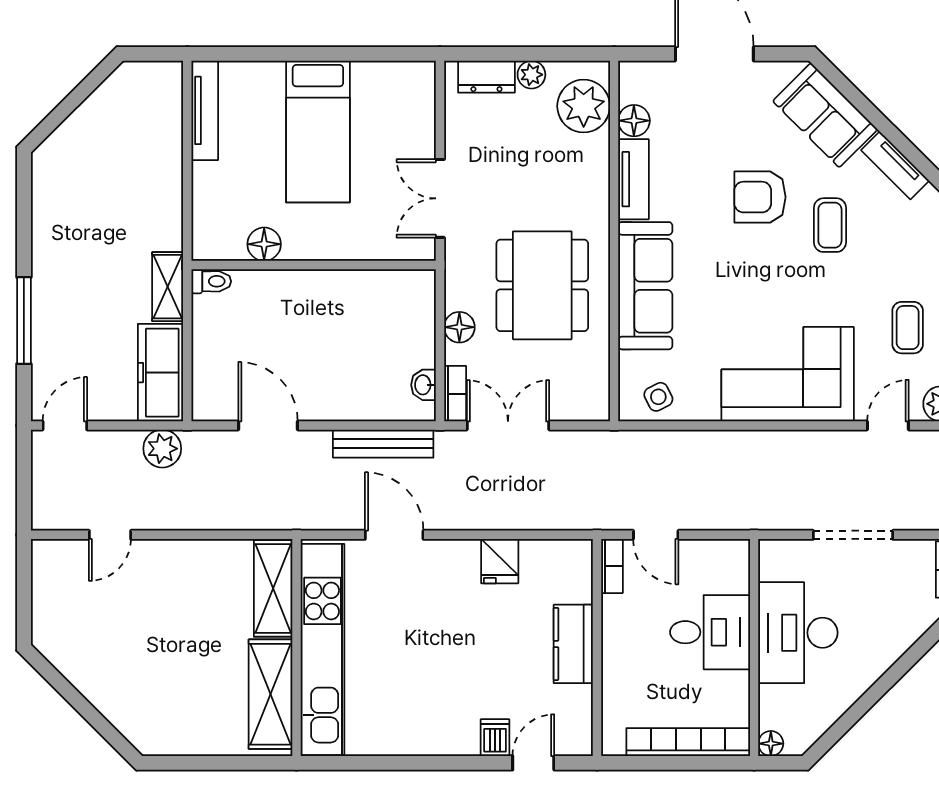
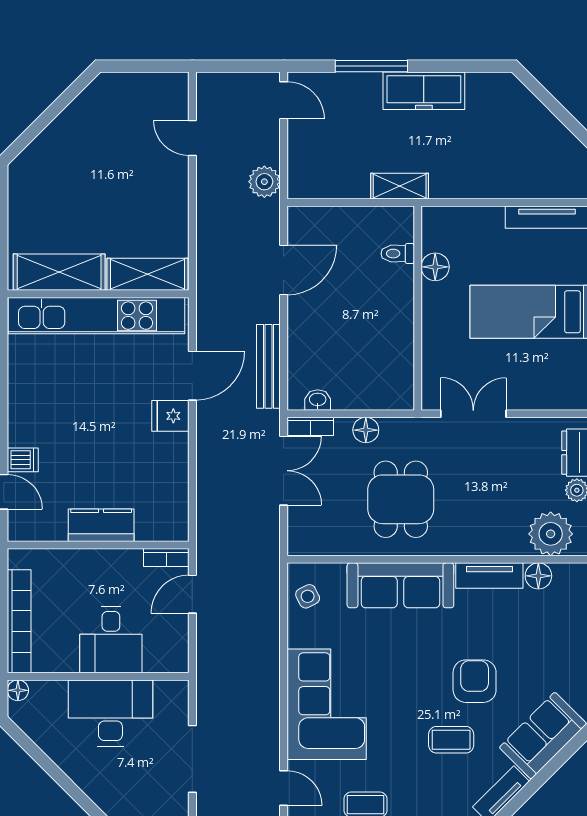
toilet: (211, 281) -> (398, 254), moved, turned 90
dining table: (542, 285) -> (401, 499), width x0.73
freezer: (160, 373) -> (424, 91), moved, turned 180
fridge: (500, 561) -> (170, 416), moved

